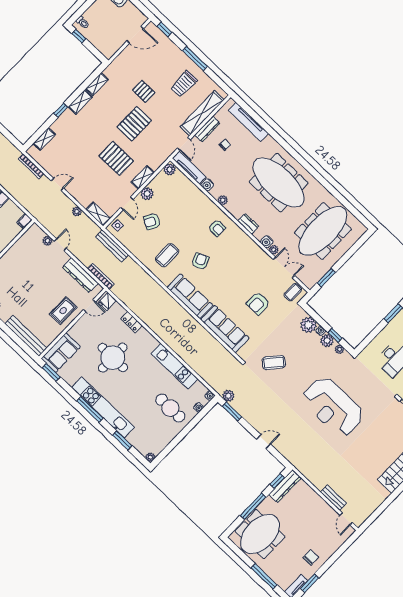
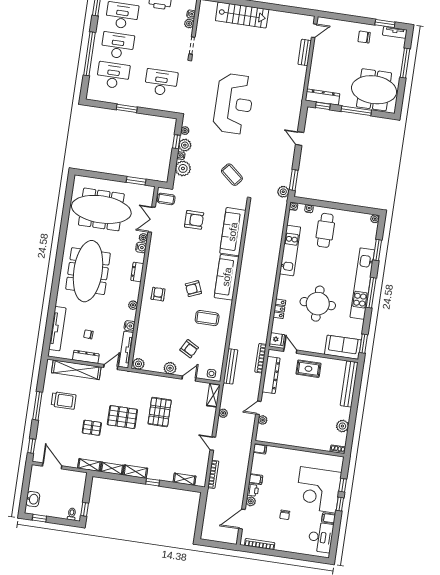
pallet: (144, 91) -> (92, 428), turned 90
shelving: (143, 177) -> (89, 465), moved

